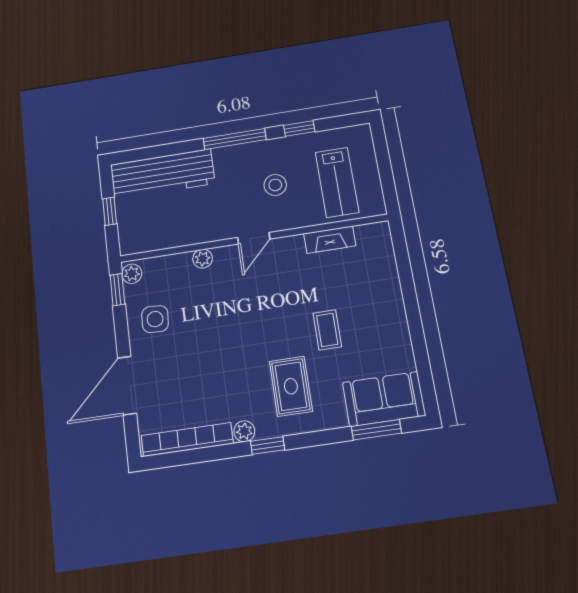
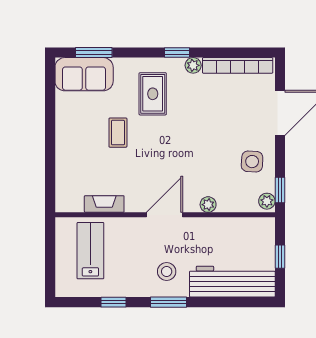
window: (235, 139) -> (168, 302), width x0.69
stool: (275, 185) -> (167, 271), moved
door: (254, 238) -> (165, 215), width x1.38

